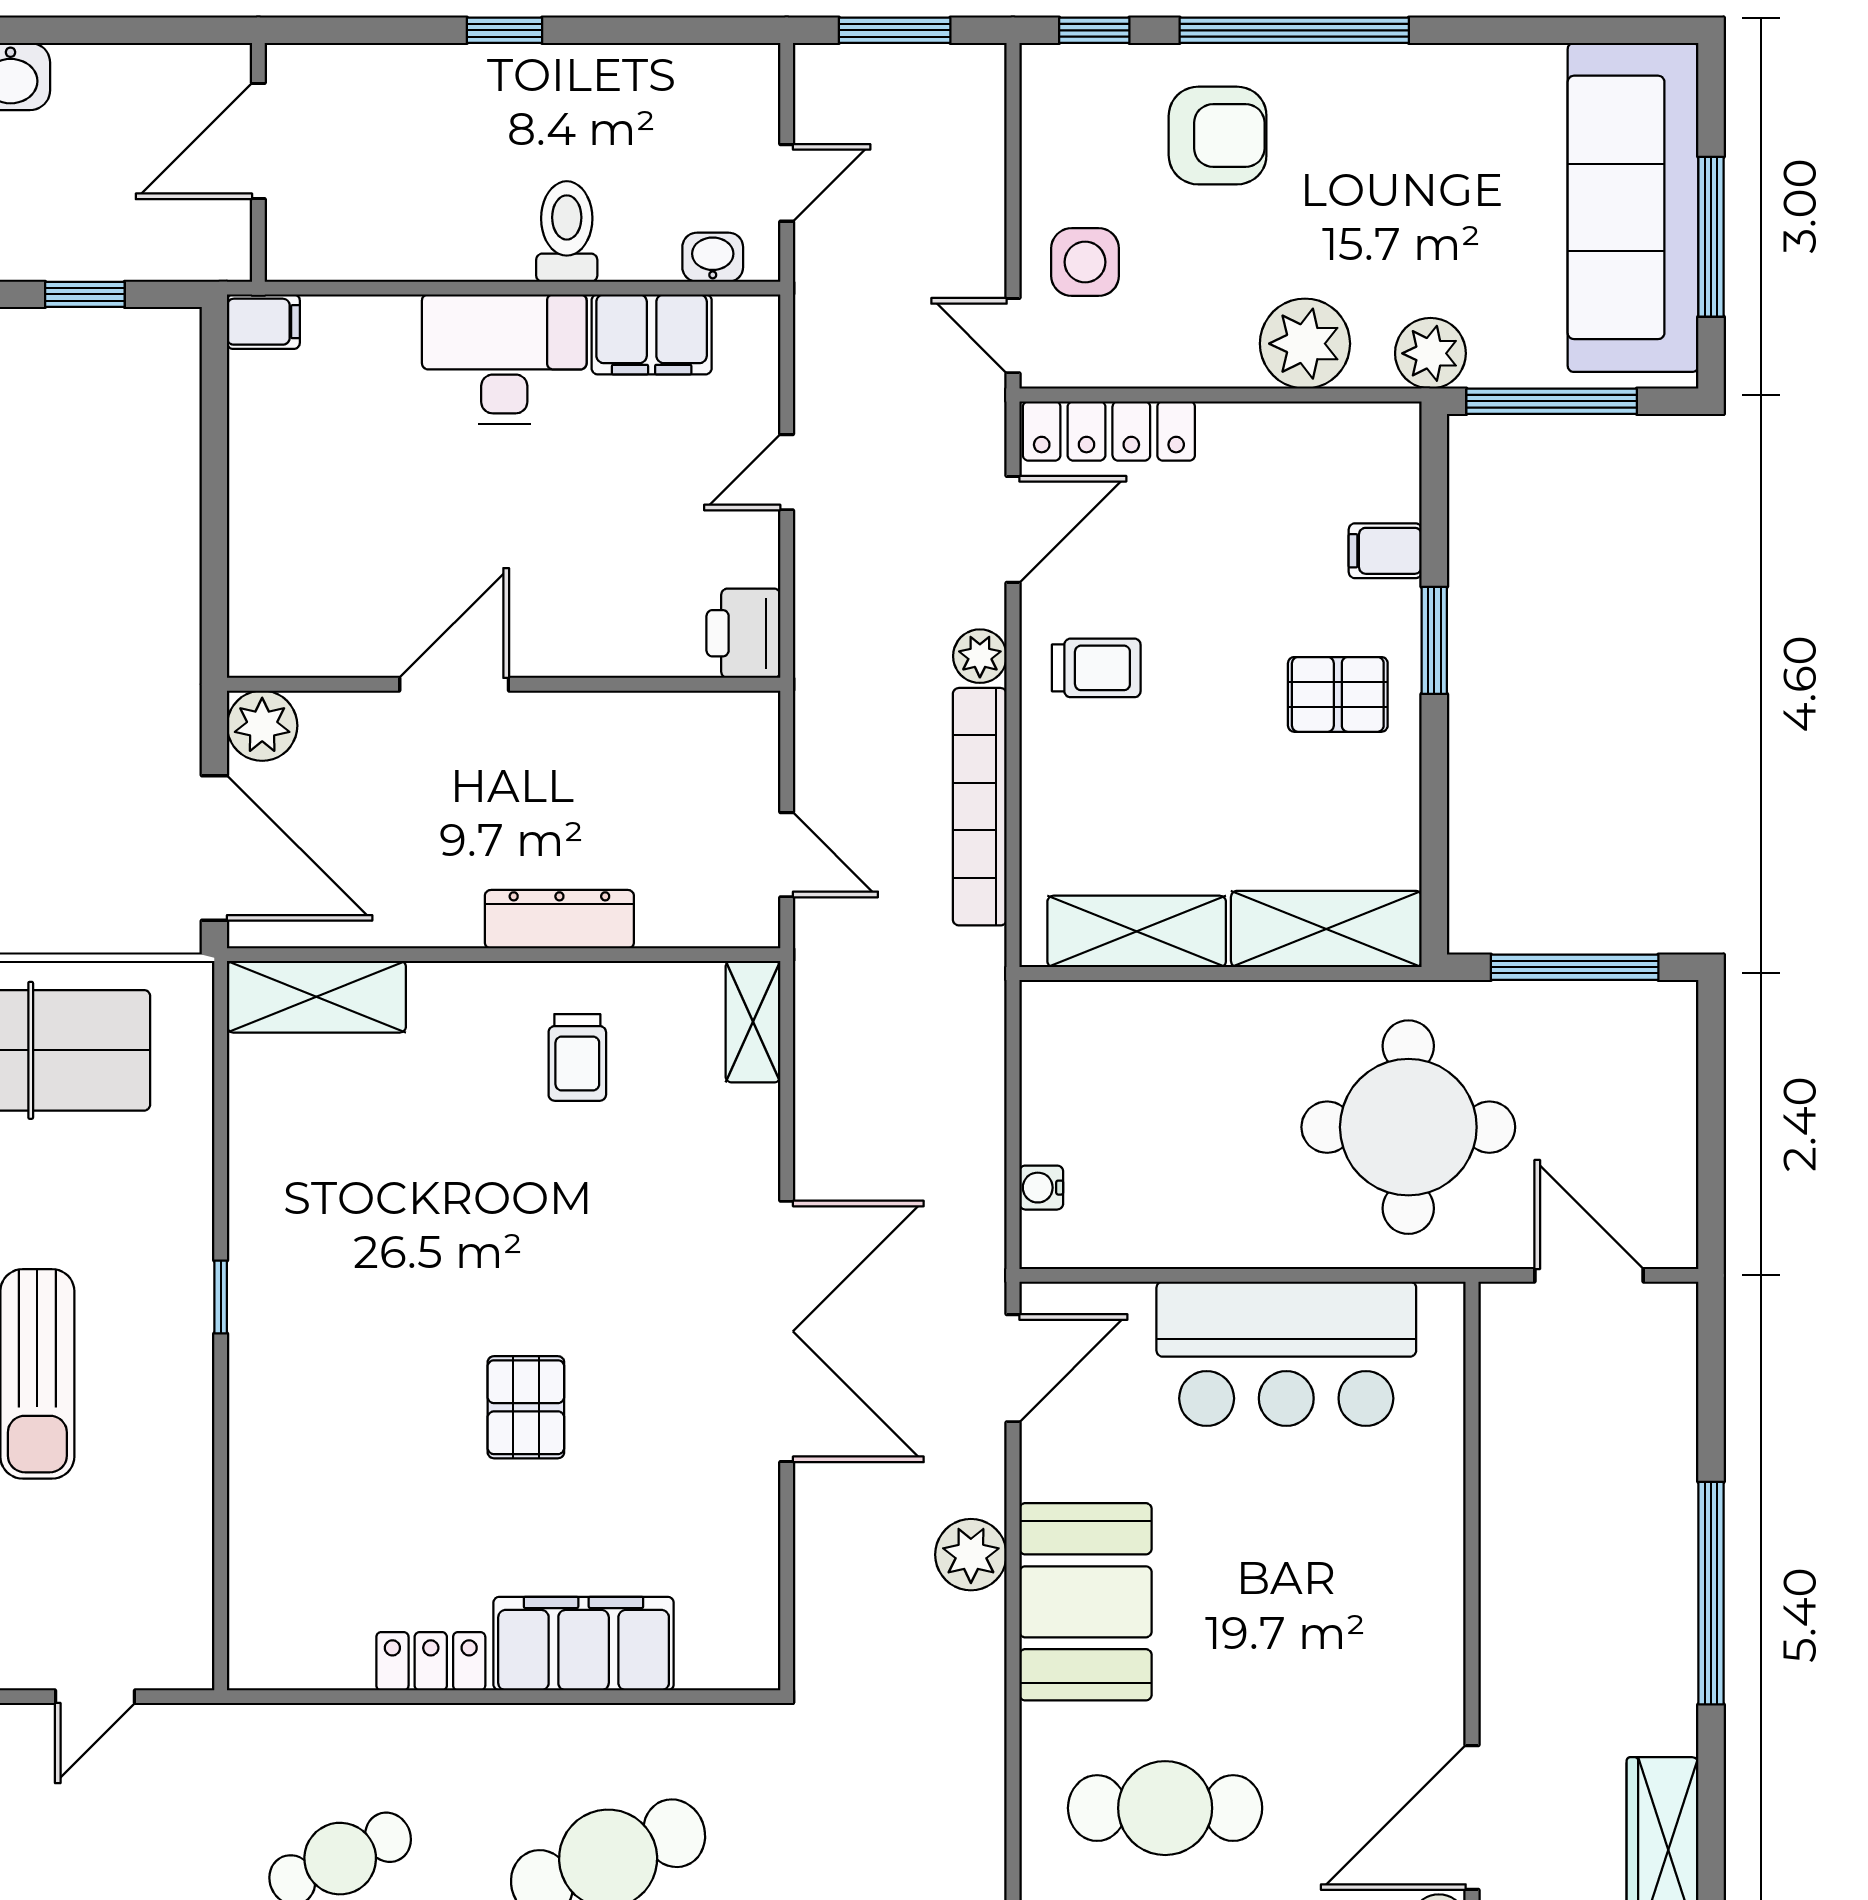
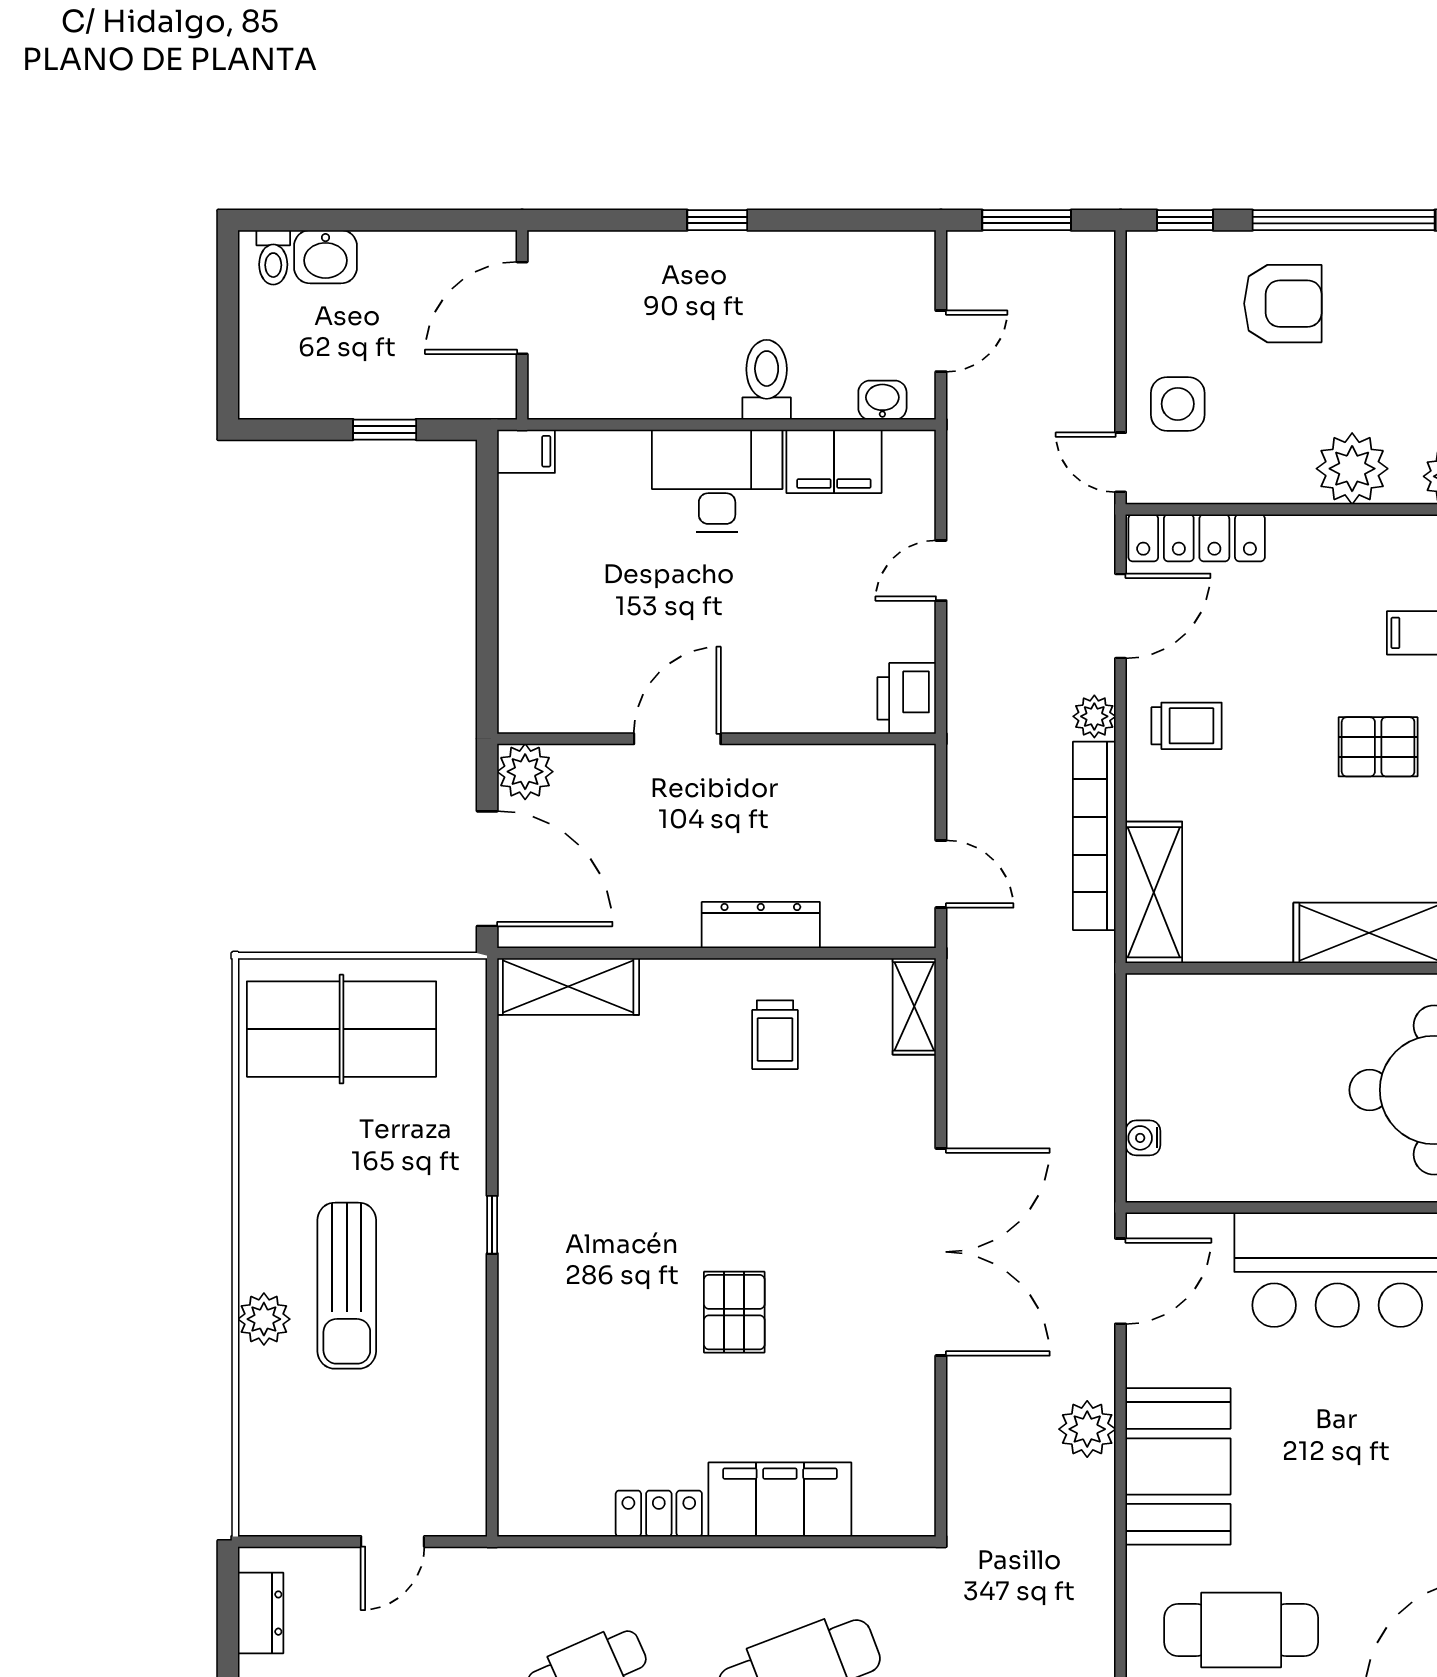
shelving: (1137, 931) -> (1154, 892), moved, turned 90

